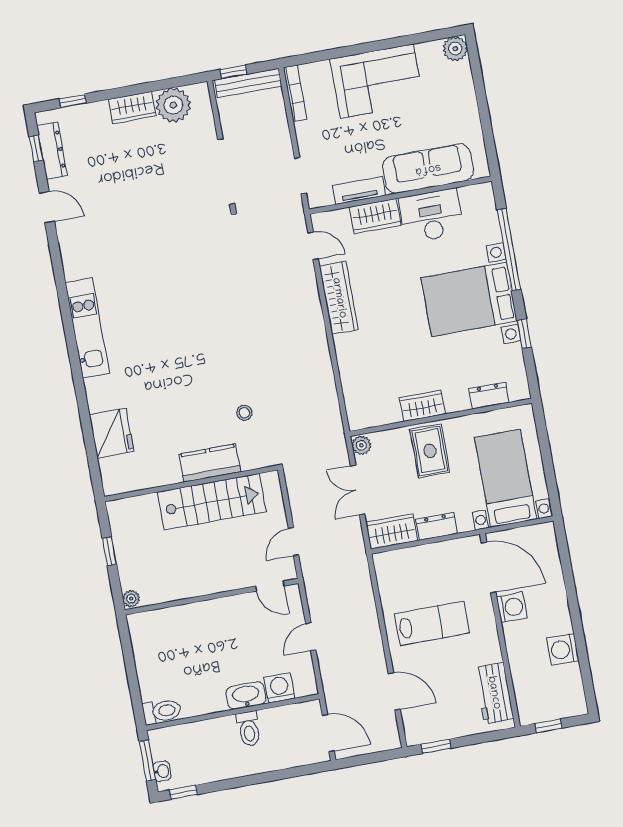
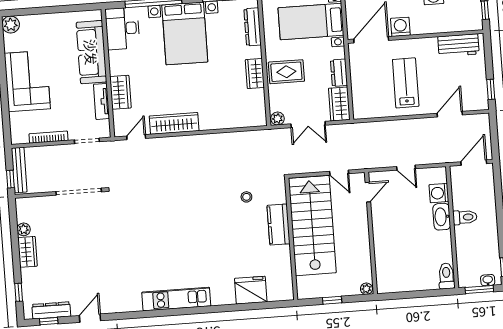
bookcase: (295, 93) -> (49, 137), moved
plant: (173, 105) -> (24, 229), width x0.53, depth x0.53
desk: (431, 216) -> (122, 28), moved
dresser: (489, 396) -> (253, 27), width x1.44
stairs: (212, 502) -> (312, 226), width x1.36, depth x1.51

